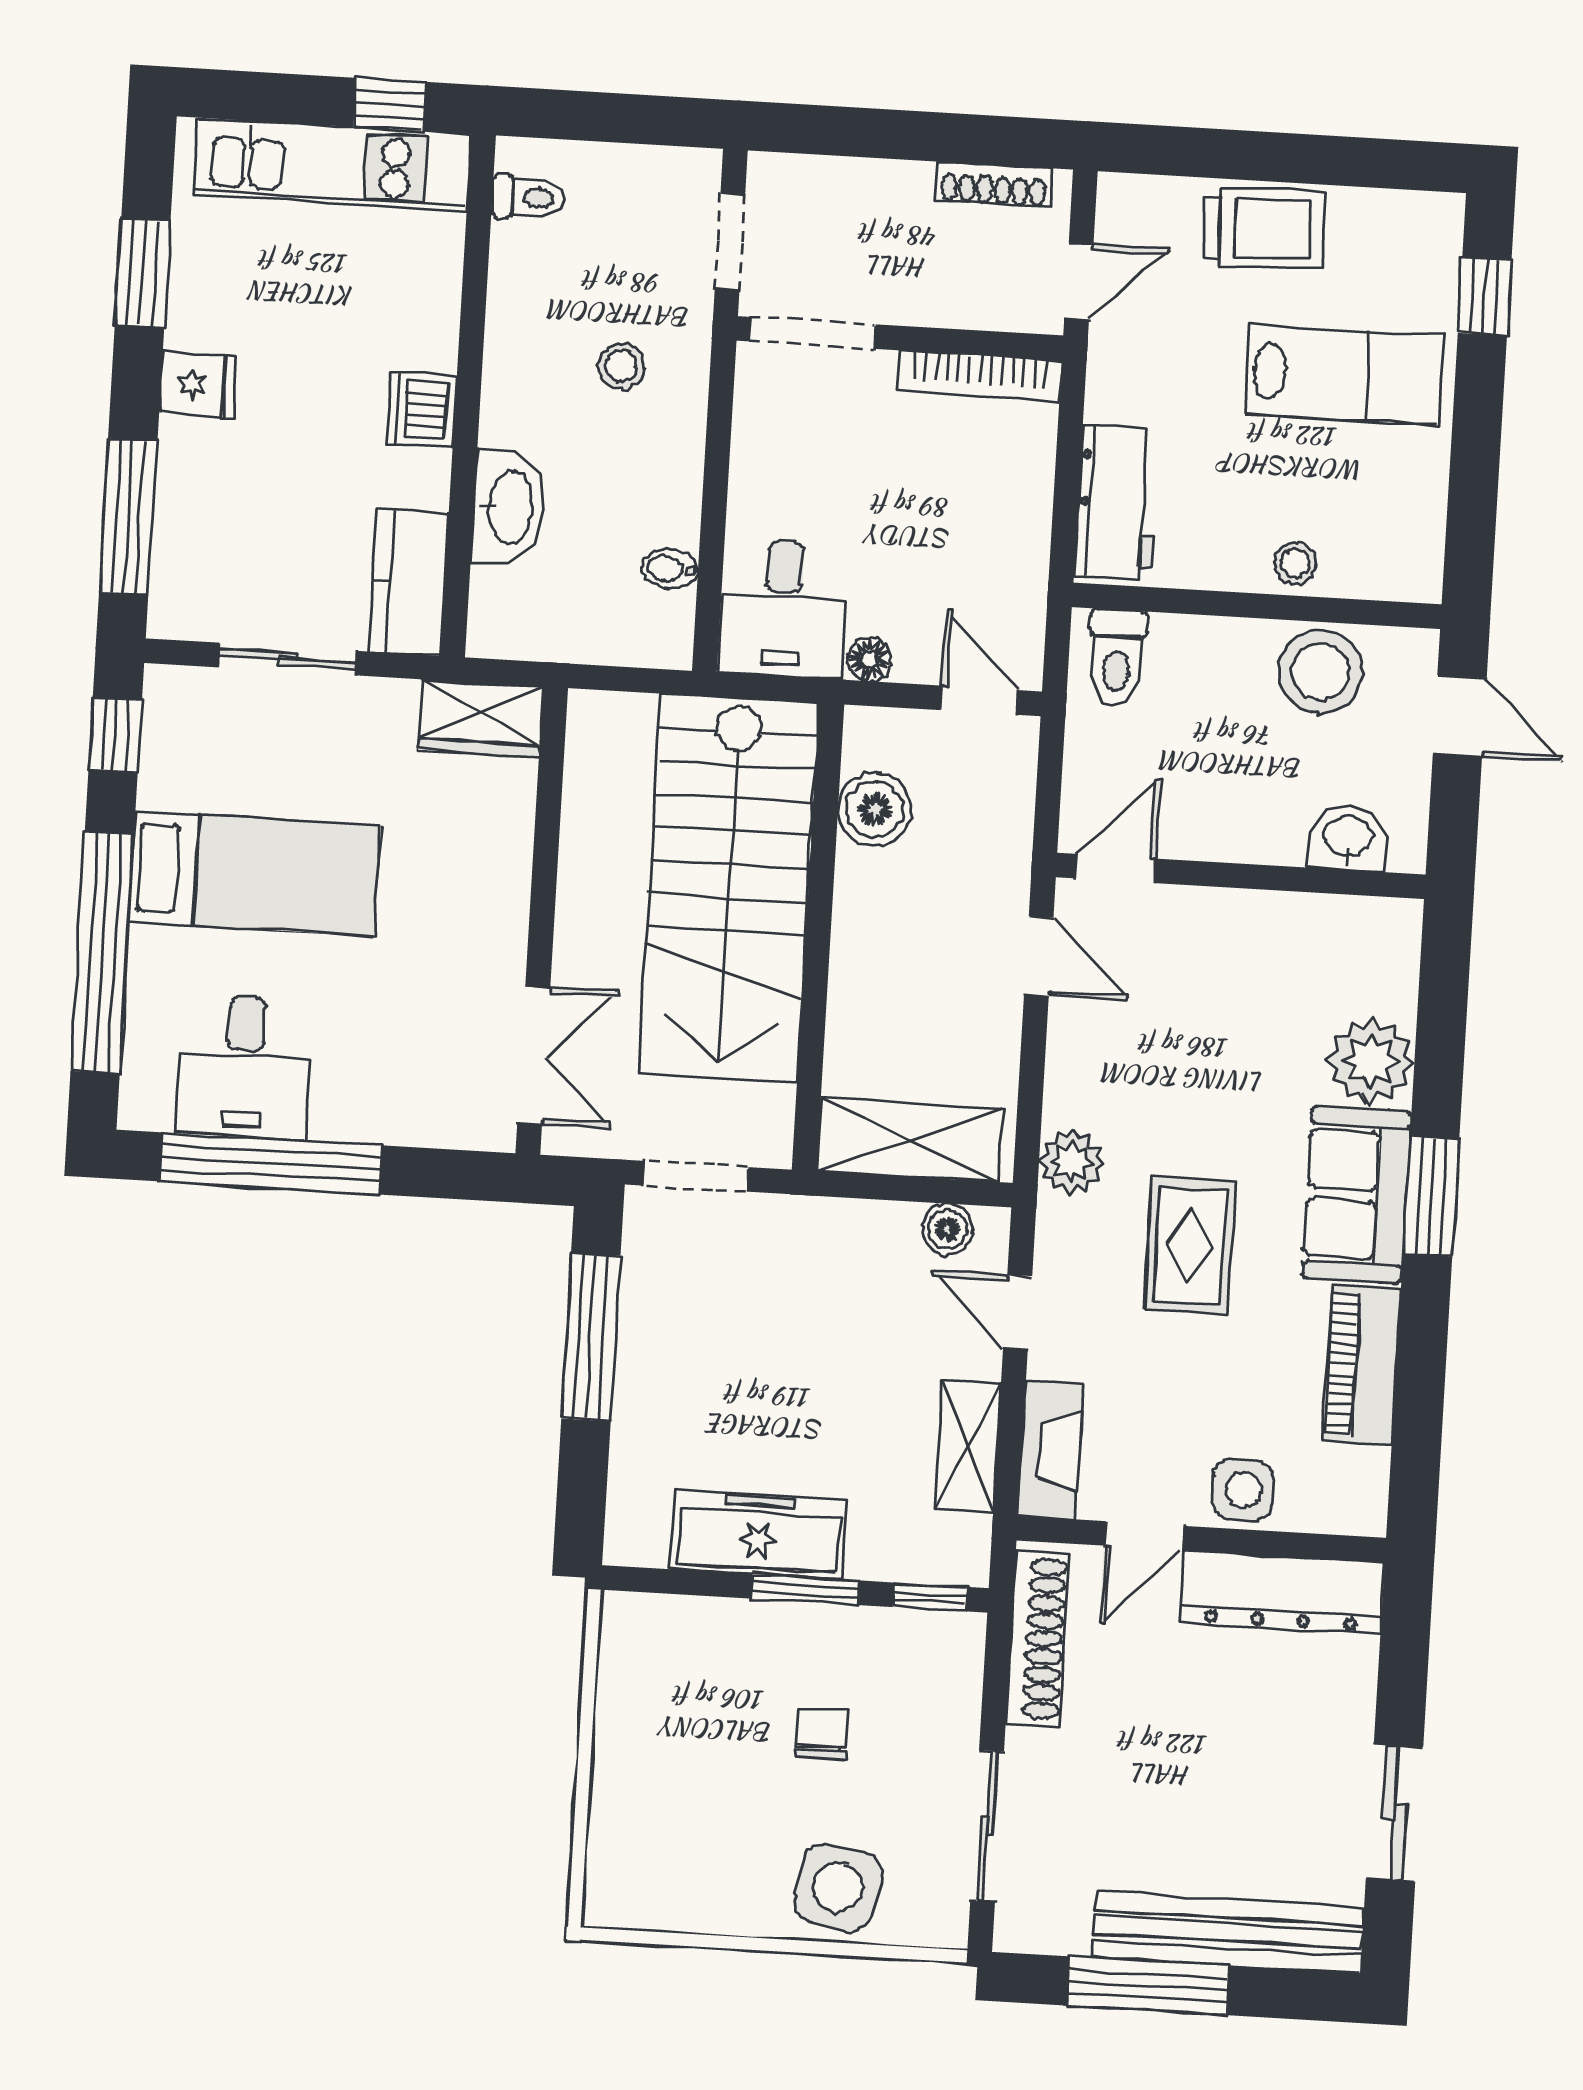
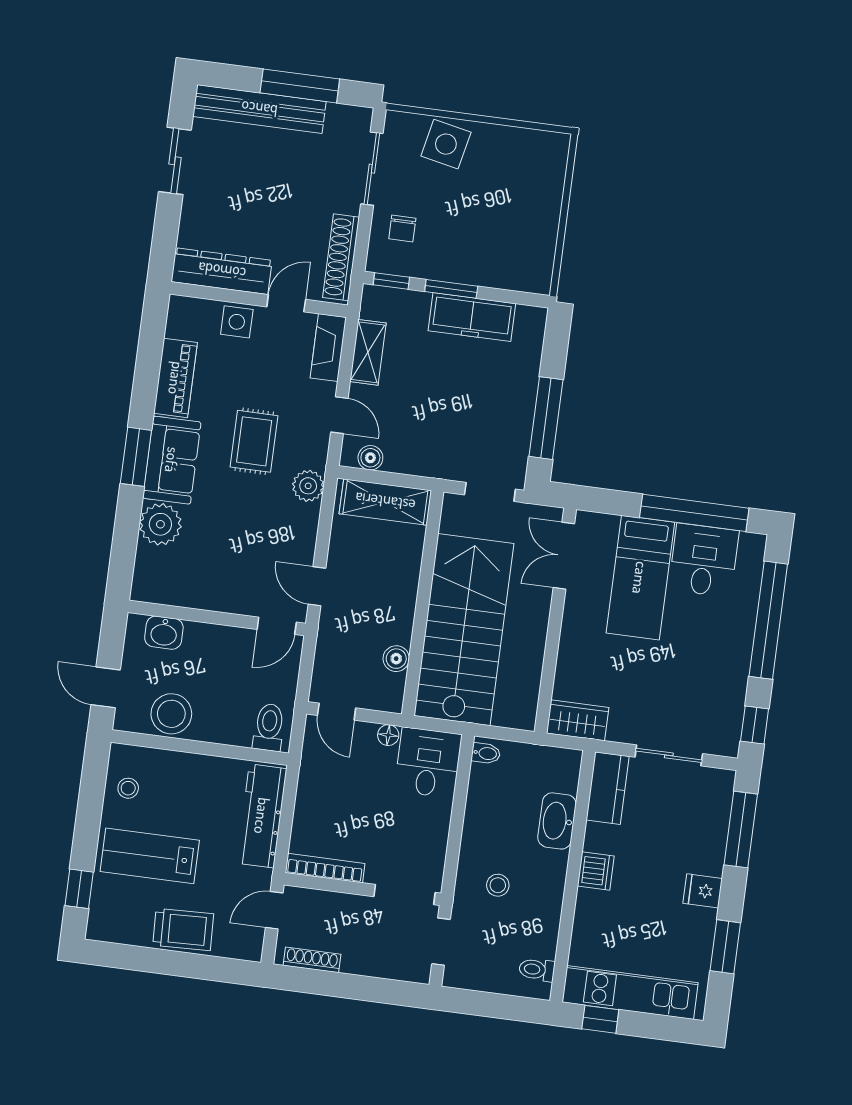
trolley: (1264, 228) -> (183, 929), turned 180
workbench: (1117, 502) -> (262, 816), width x1.37
stool: (1295, 563) -> (128, 788), moved
bidet: (669, 569) -> (486, 753), moved
boiler: (875, 809) -> (396, 659), width x0.73, depth x0.73
bed: (255, 874) -> (640, 578), moved, turned -90
chair: (822, 1734) -> (402, 229), moved

